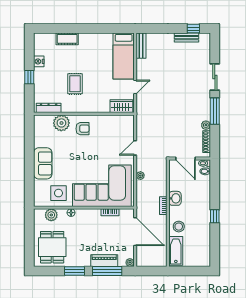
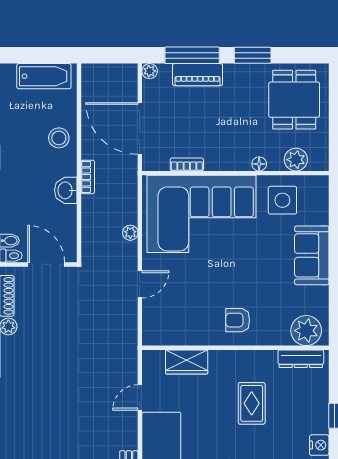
wardrobe: (121, 106) -> (187, 362), moved
plant: (61, 123) -> (306, 331), moved
bathtub: (176, 251) -> (44, 76), moved, turned -90

